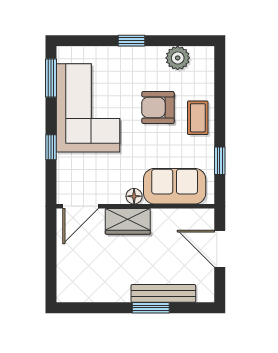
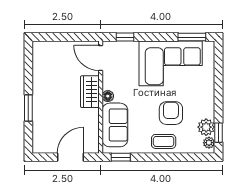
window: (131, 41) -> (218, 133), moved
plant: (199, 54) -> (209, 143), added
window: (51, 147) -> (125, 37), moved
window: (220, 161) -> (121, 157), moved
bench: (163, 293) -> (39, 117), removed

